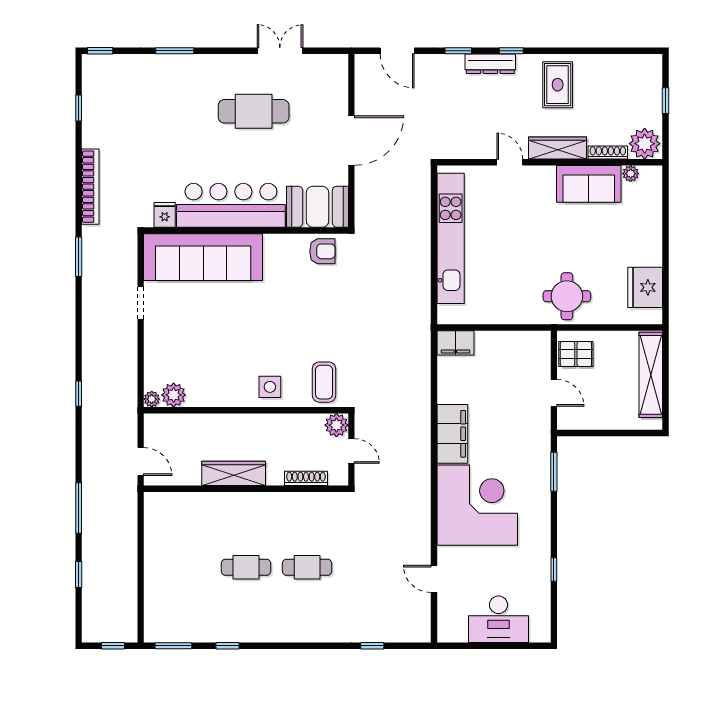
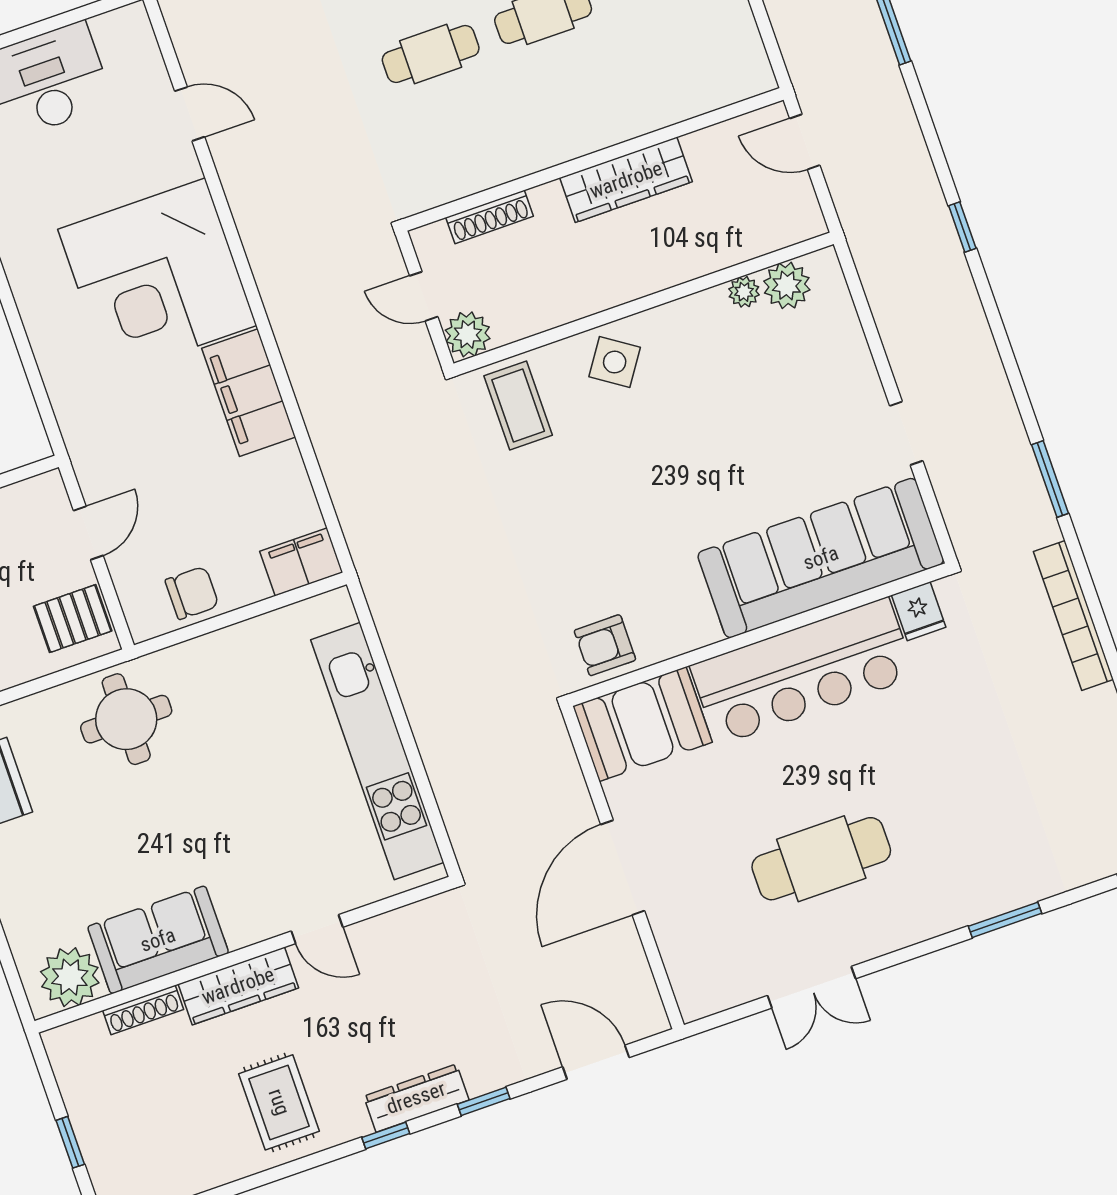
plant: (645, 144) -> (81, 1050), removed
plant: (631, 174) -> (70, 977), width x1.87, depth x1.87
chair: (514, 346) -> (192, 593), added
side table: (270, 387) -> (615, 362), turned 34
door: (554, 393) -> (88, 533), swing flipped
plant: (152, 399) -> (744, 292), moved
window: (554, 472) -> (38, 388), removed

